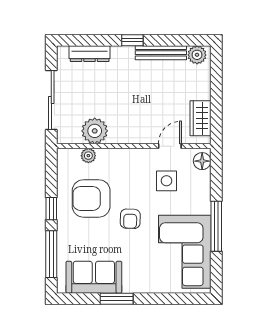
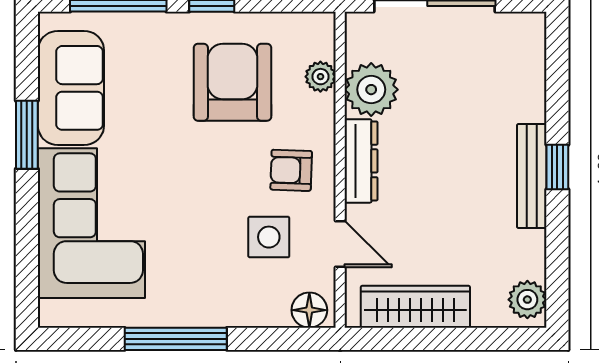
bench: (161, 53) -> (532, 176), moved
dresser: (90, 54) -> (361, 161), moved, turned 180
wardrobe: (200, 118) -> (415, 307), width x1.50
armchair: (130, 219) -> (291, 170), moved
corner sofa: (185, 252) -> (91, 223), moved, turned 90

